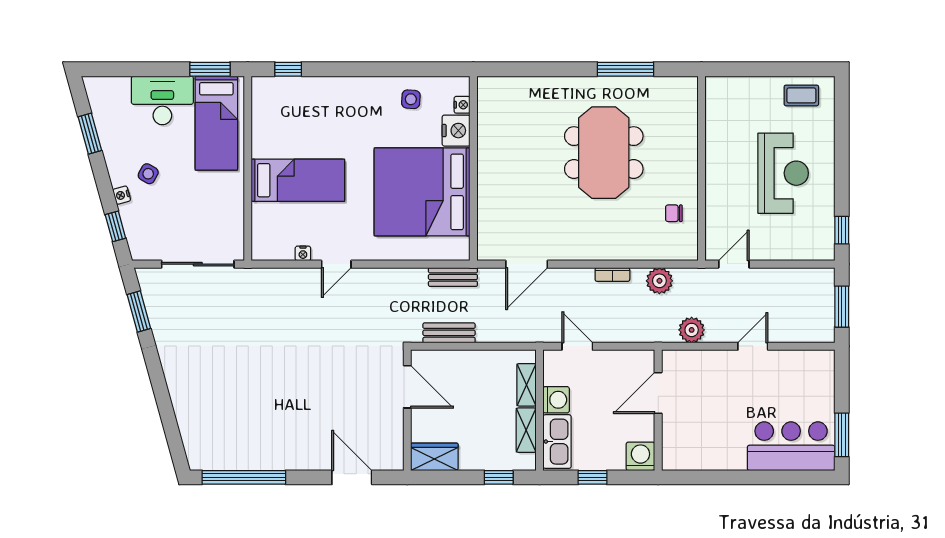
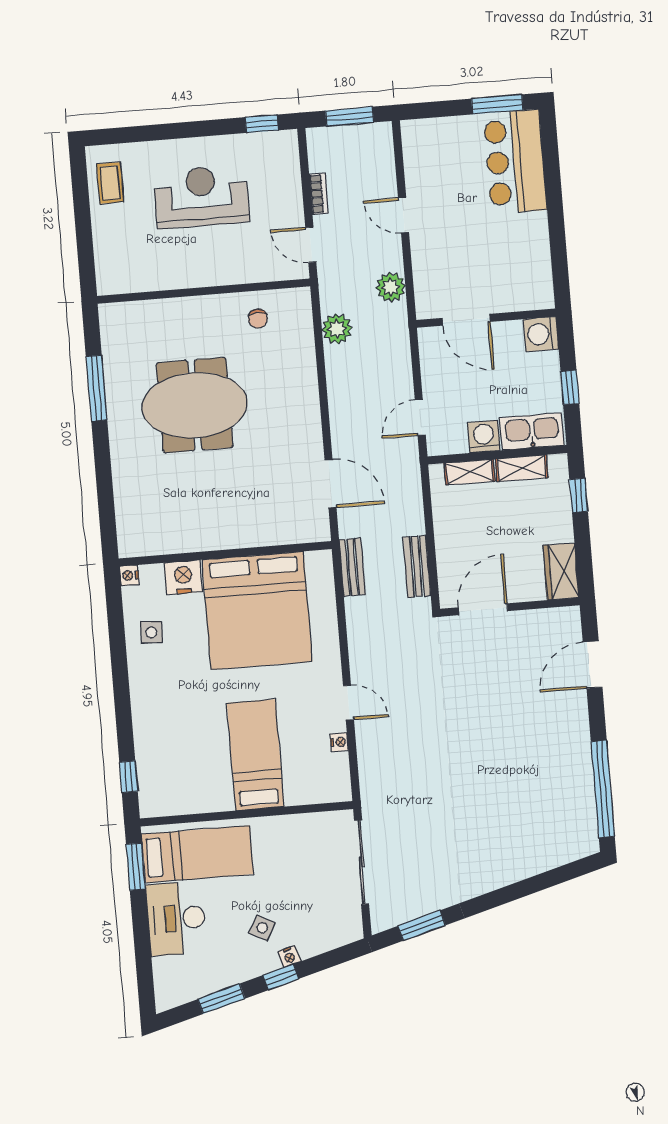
nightstand: (462, 105) -> (129, 575), moved, turned -90
window: (115, 226) -> (281, 977), moved
bookcase: (612, 275) -> (319, 194), moved

